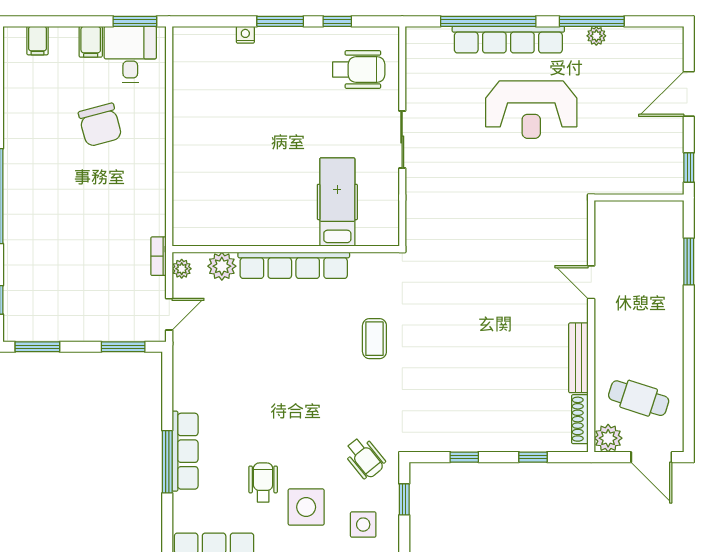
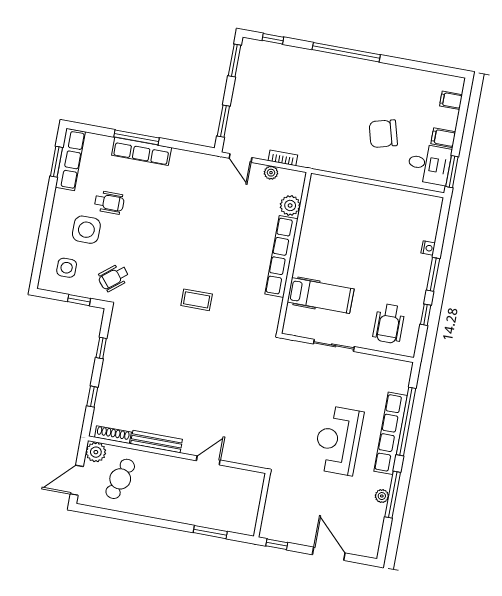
hospital bed: (337, 202) -> (321, 295), moved
wall: (286, 249) -> (294, 253), moved
row of seats: (294, 265) -> (281, 256), moved
plant: (222, 266) -> (290, 205), moved

